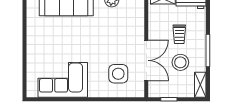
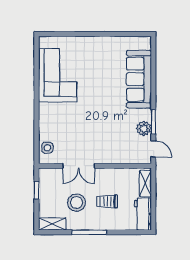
double door: (146, 60) -> (79, 166), width x0.73
side table: (118, 74) -> (47, 148), moved, width x0.54, depth x0.54

